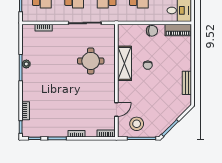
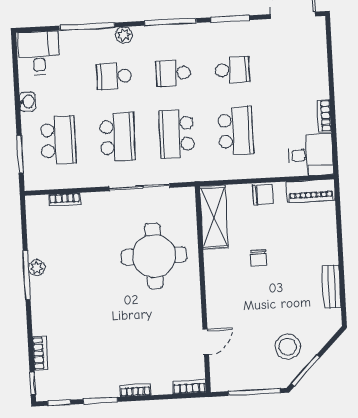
round table: (91, 61) -> (154, 256), width x1.36, depth x1.36
shelving: (125, 63) -> (214, 217), moved
stool: (137, 124) -> (288, 347), moved

